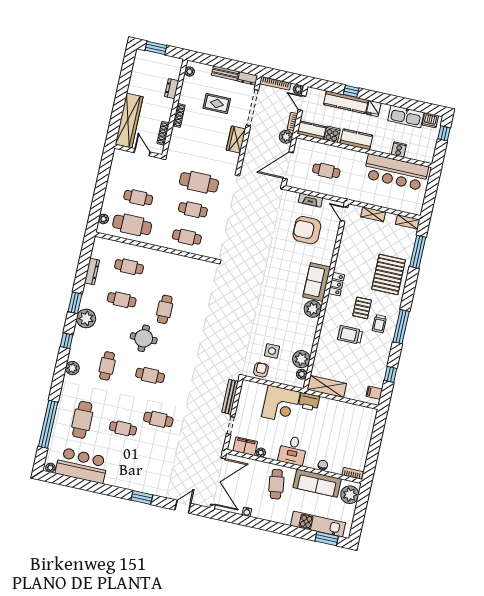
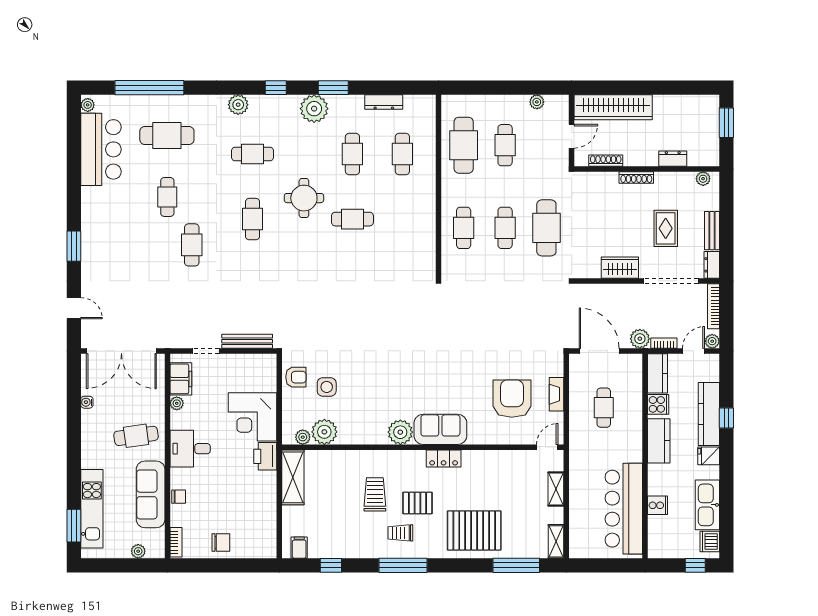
plant: (103, 219) -> (537, 102), moved
chair: (359, 444) -> (221, 542), added
plant: (350, 495) -> (138, 551), width x0.53, depth x0.53

